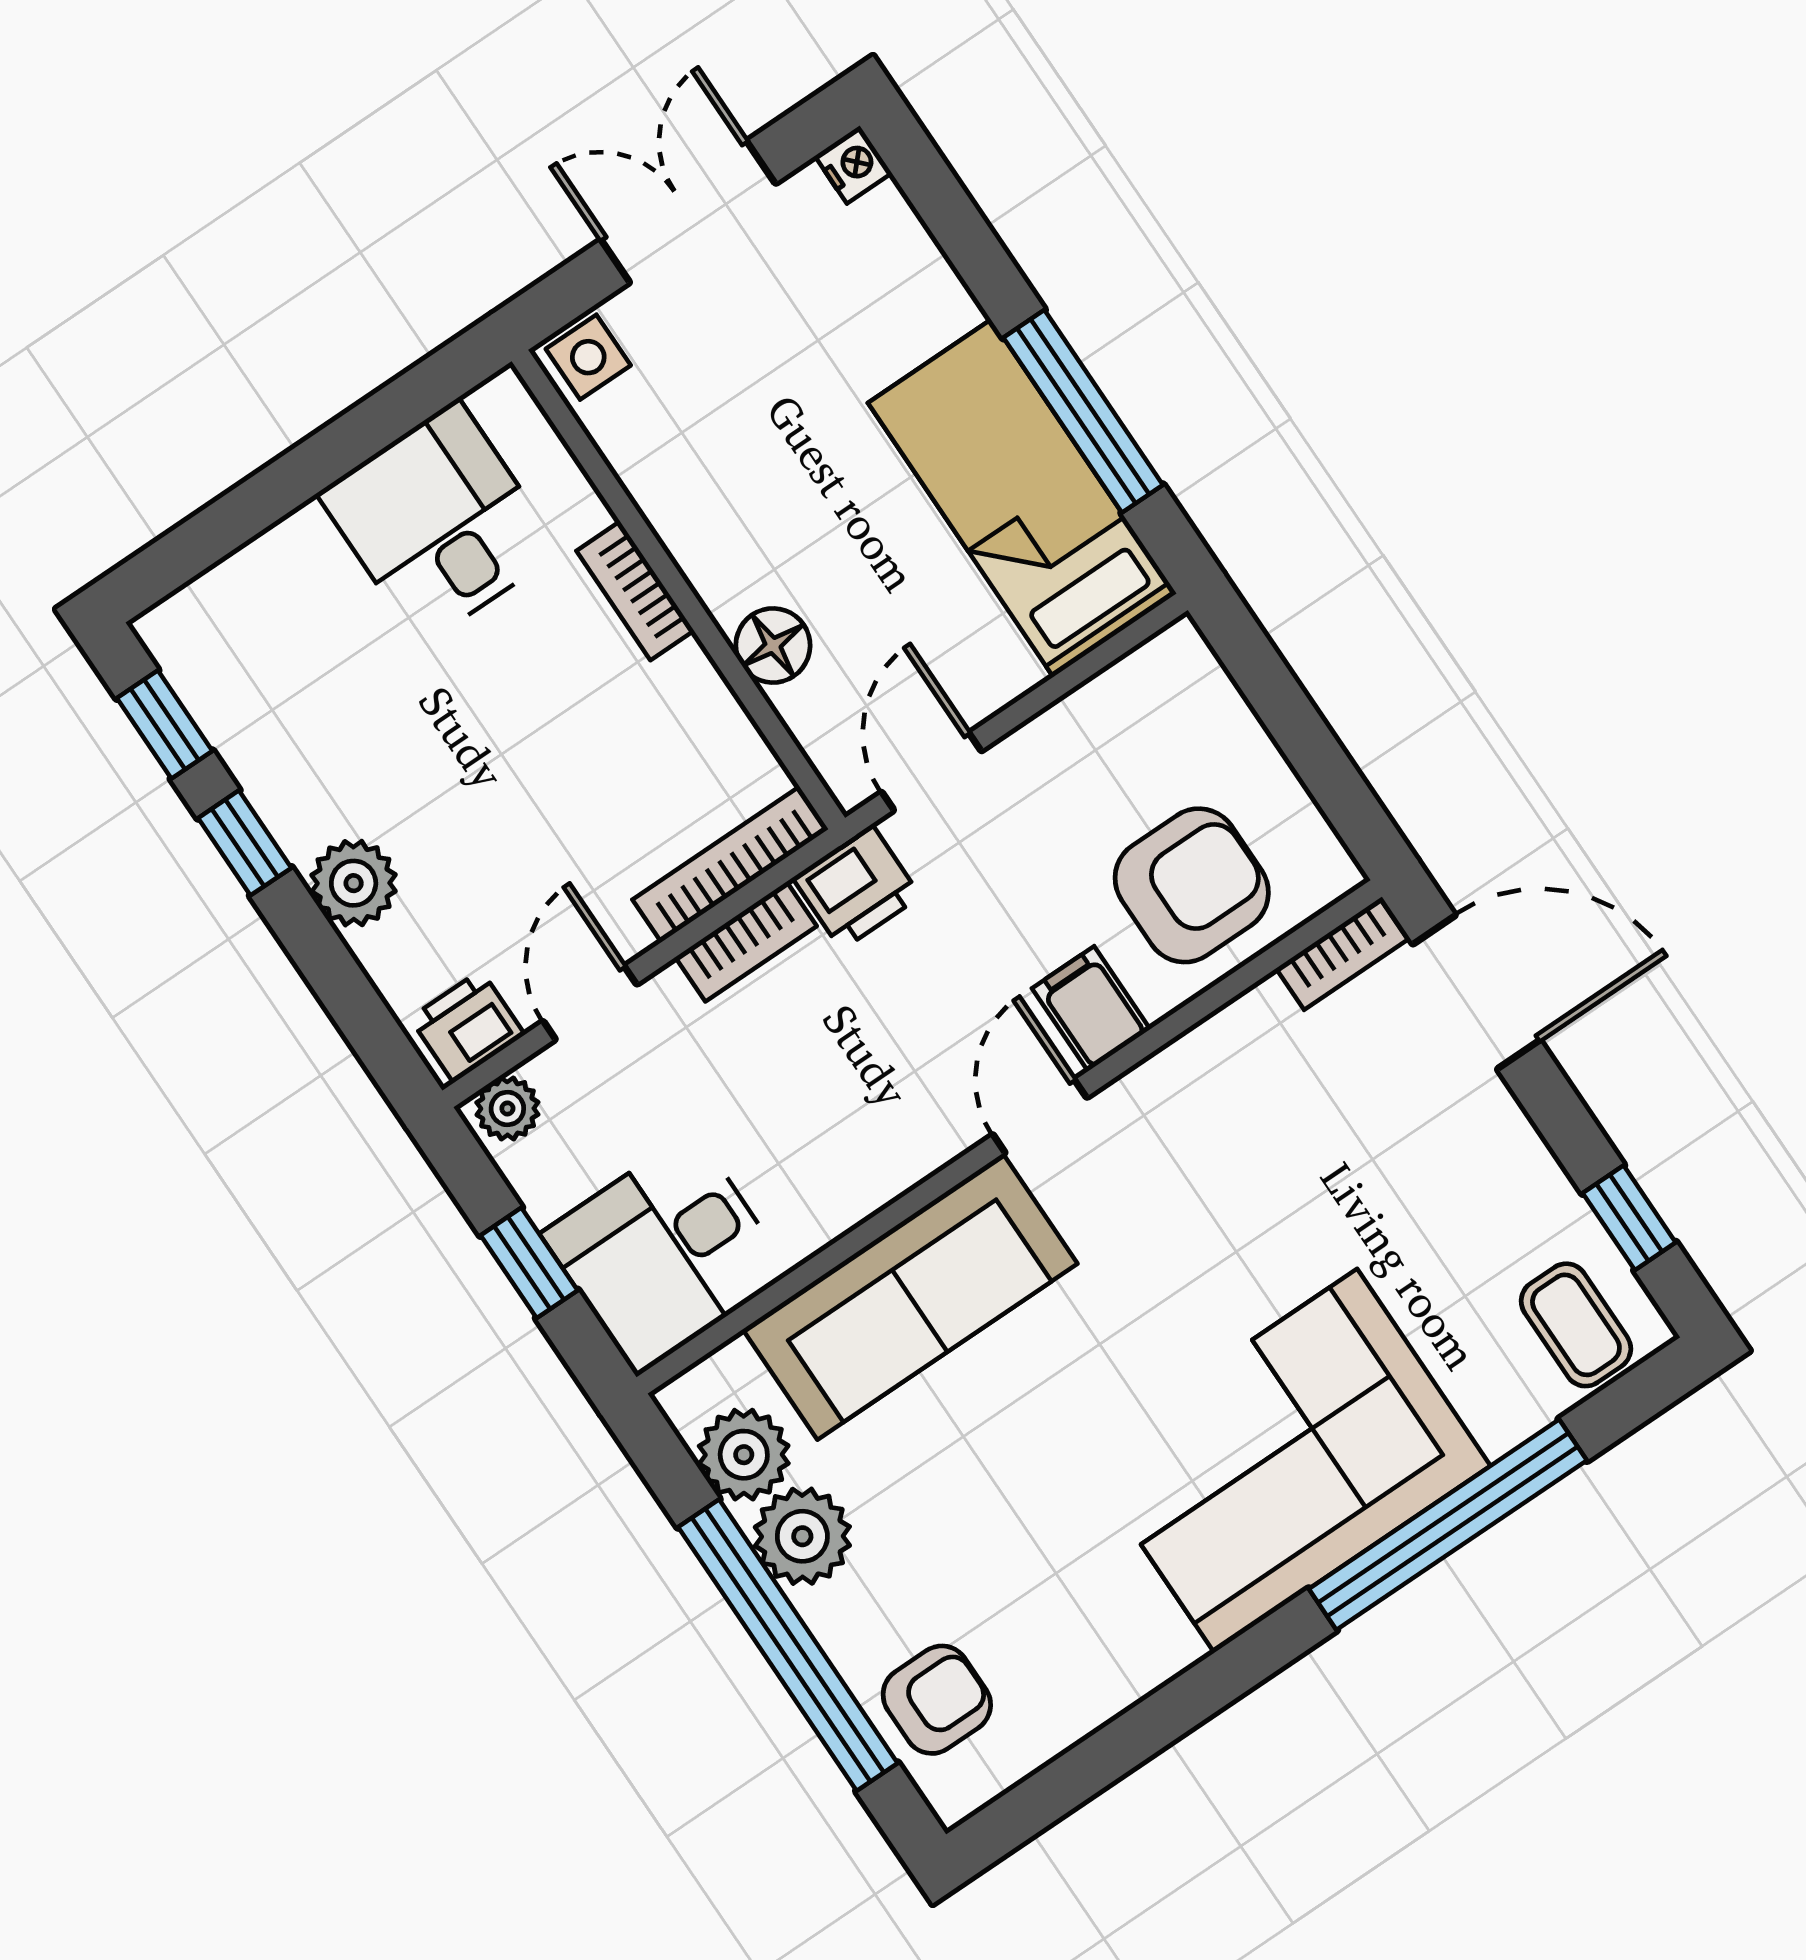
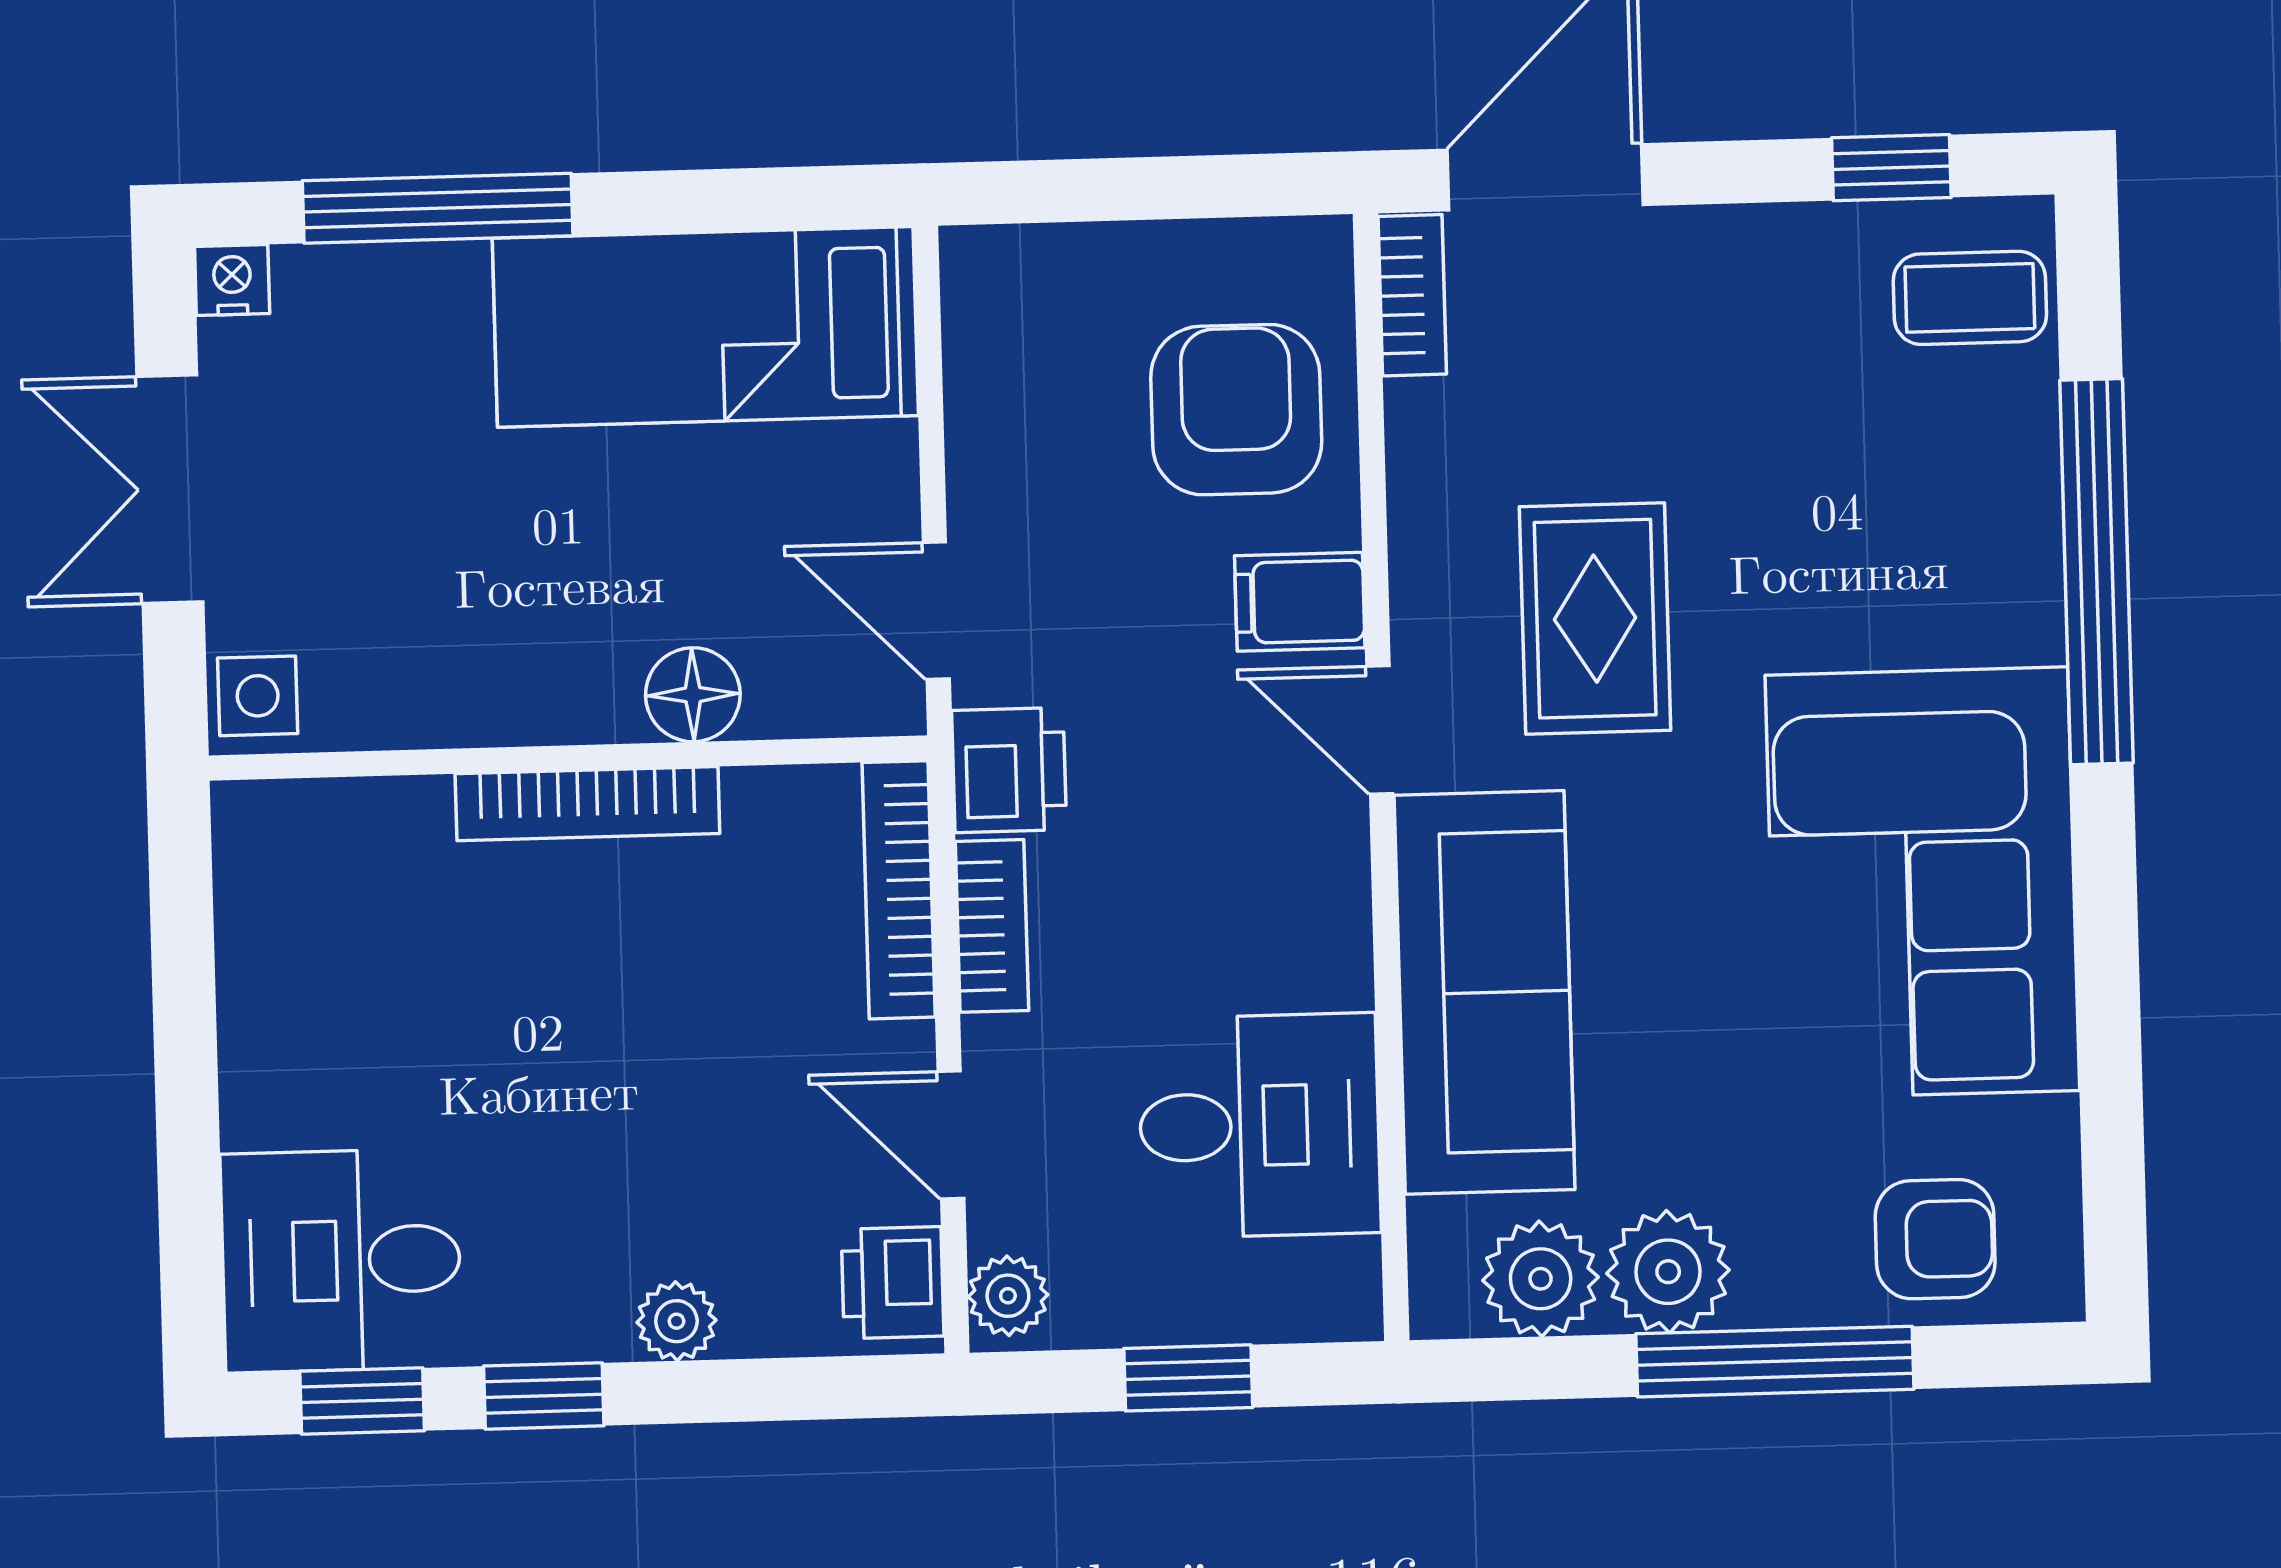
window: (1083, 411) -> (438, 208), moved
desk: (439, 522) -> (341, 1260), moved
bookcase: (635, 591) -> (587, 804), width x1.56
plant: (354, 883) -> (676, 1321), width x0.73, depth x0.73
rug: (1205, 1212) -> (1595, 619), added
desk: (665, 1253) -> (1259, 1126), moved, turned -90
corner sofa: (1286, 1461) -> (1922, 883), moved
window: (788, 1645) -> (1775, 1362), width x0.68
armchair: (937, 1700) -> (1935, 1239), turned 90

